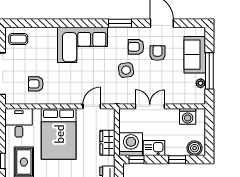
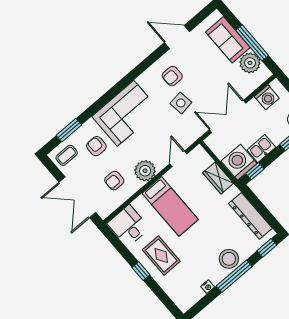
window: (120, 23) -> (69, 130), moved
armchair: (157, 53) -> (96, 146), moved
plant: (201, 83) -> (250, 63), width x1.88, depth x1.88
plant: (62, 95) -> (145, 171), added
double door: (150, 106) -> (228, 116), width x1.37
bed: (59, 134) -> (170, 206), width x0.67

